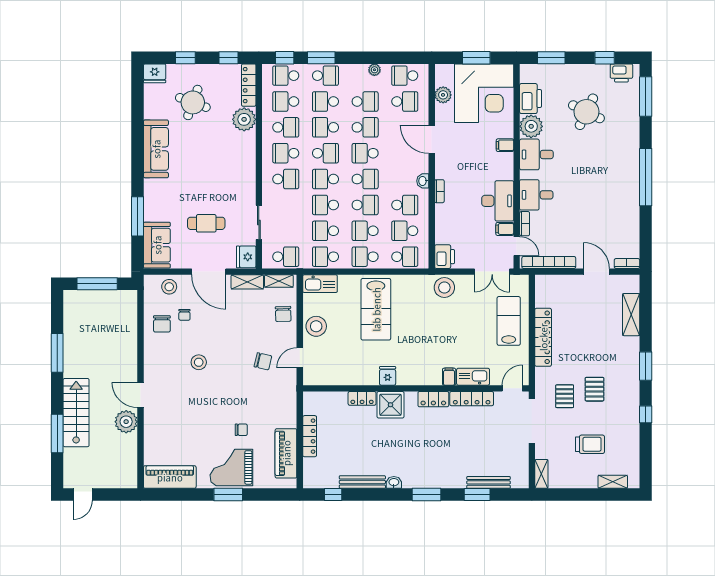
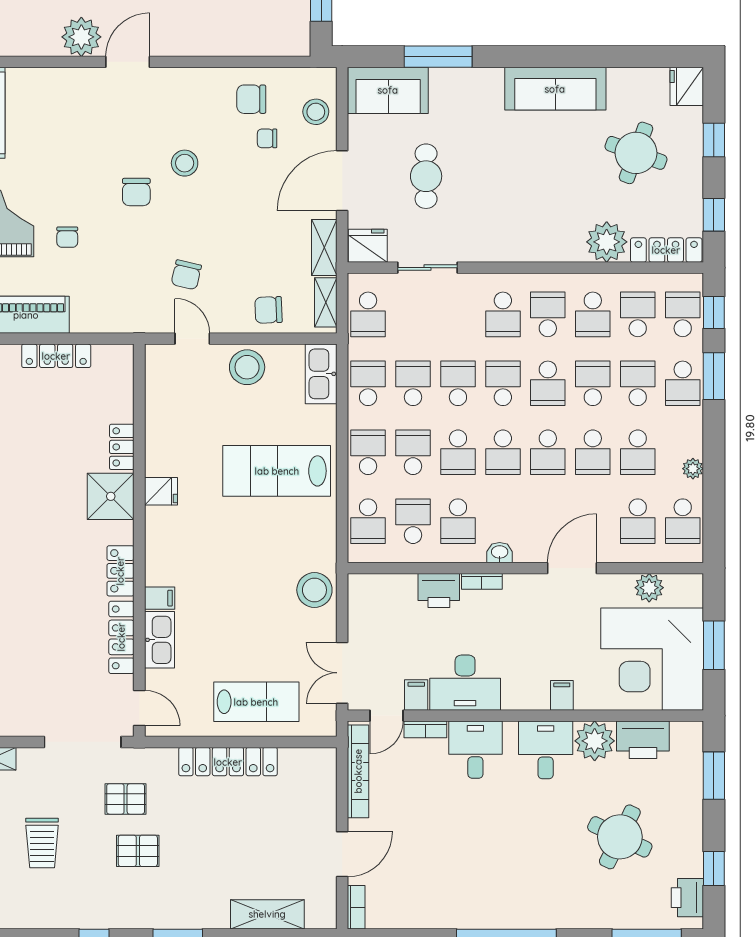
school desk: (405, 76) -> (683, 521), turned 180
school desk: (365, 153) -> (548, 452), turned 180
printer: (445, 257) -> (439, 590), moved
chair: (215, 390) -> (136, 192), added

